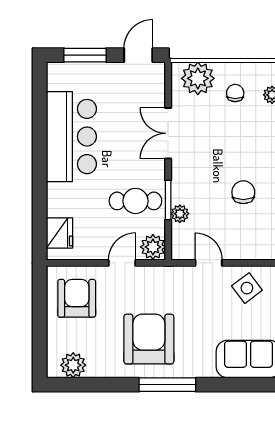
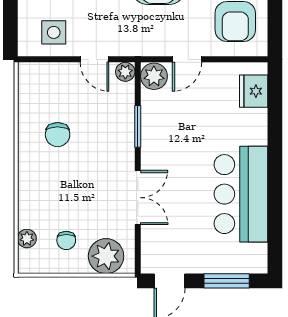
cafe table: (135, 201) -> (173, 125), removed
plant: (180, 214) -> (125, 72), moved
side table: (247, 288) -> (54, 32), turned 37

